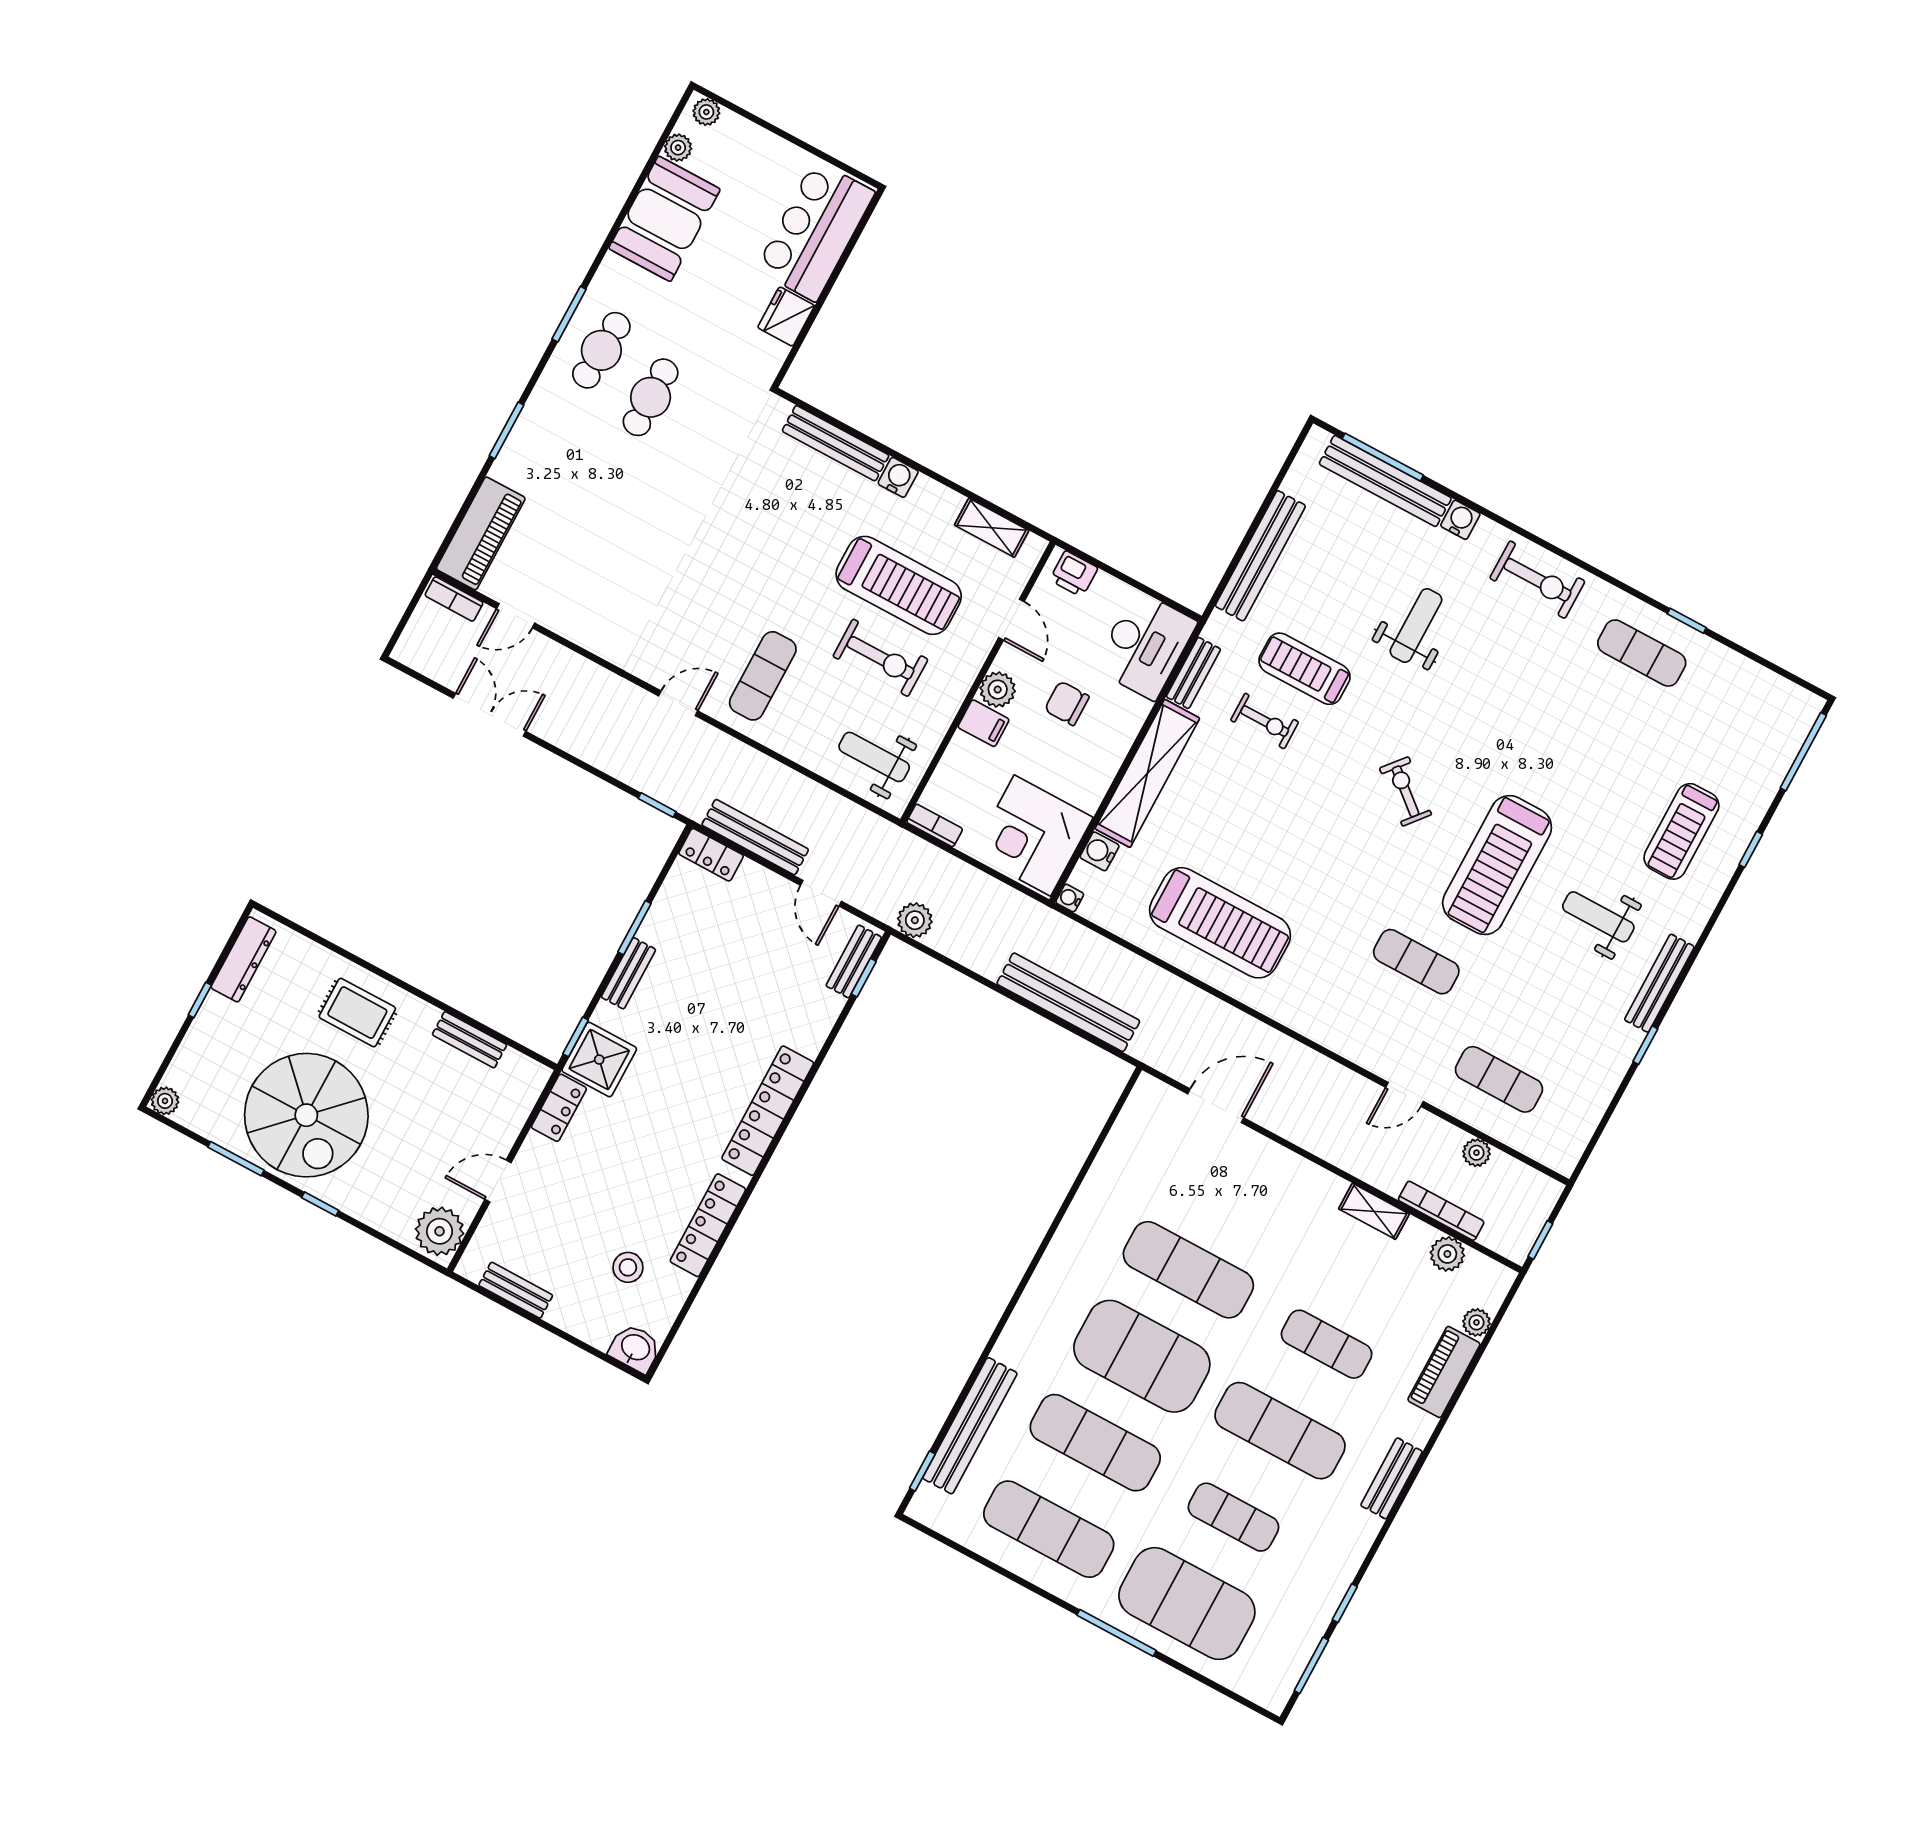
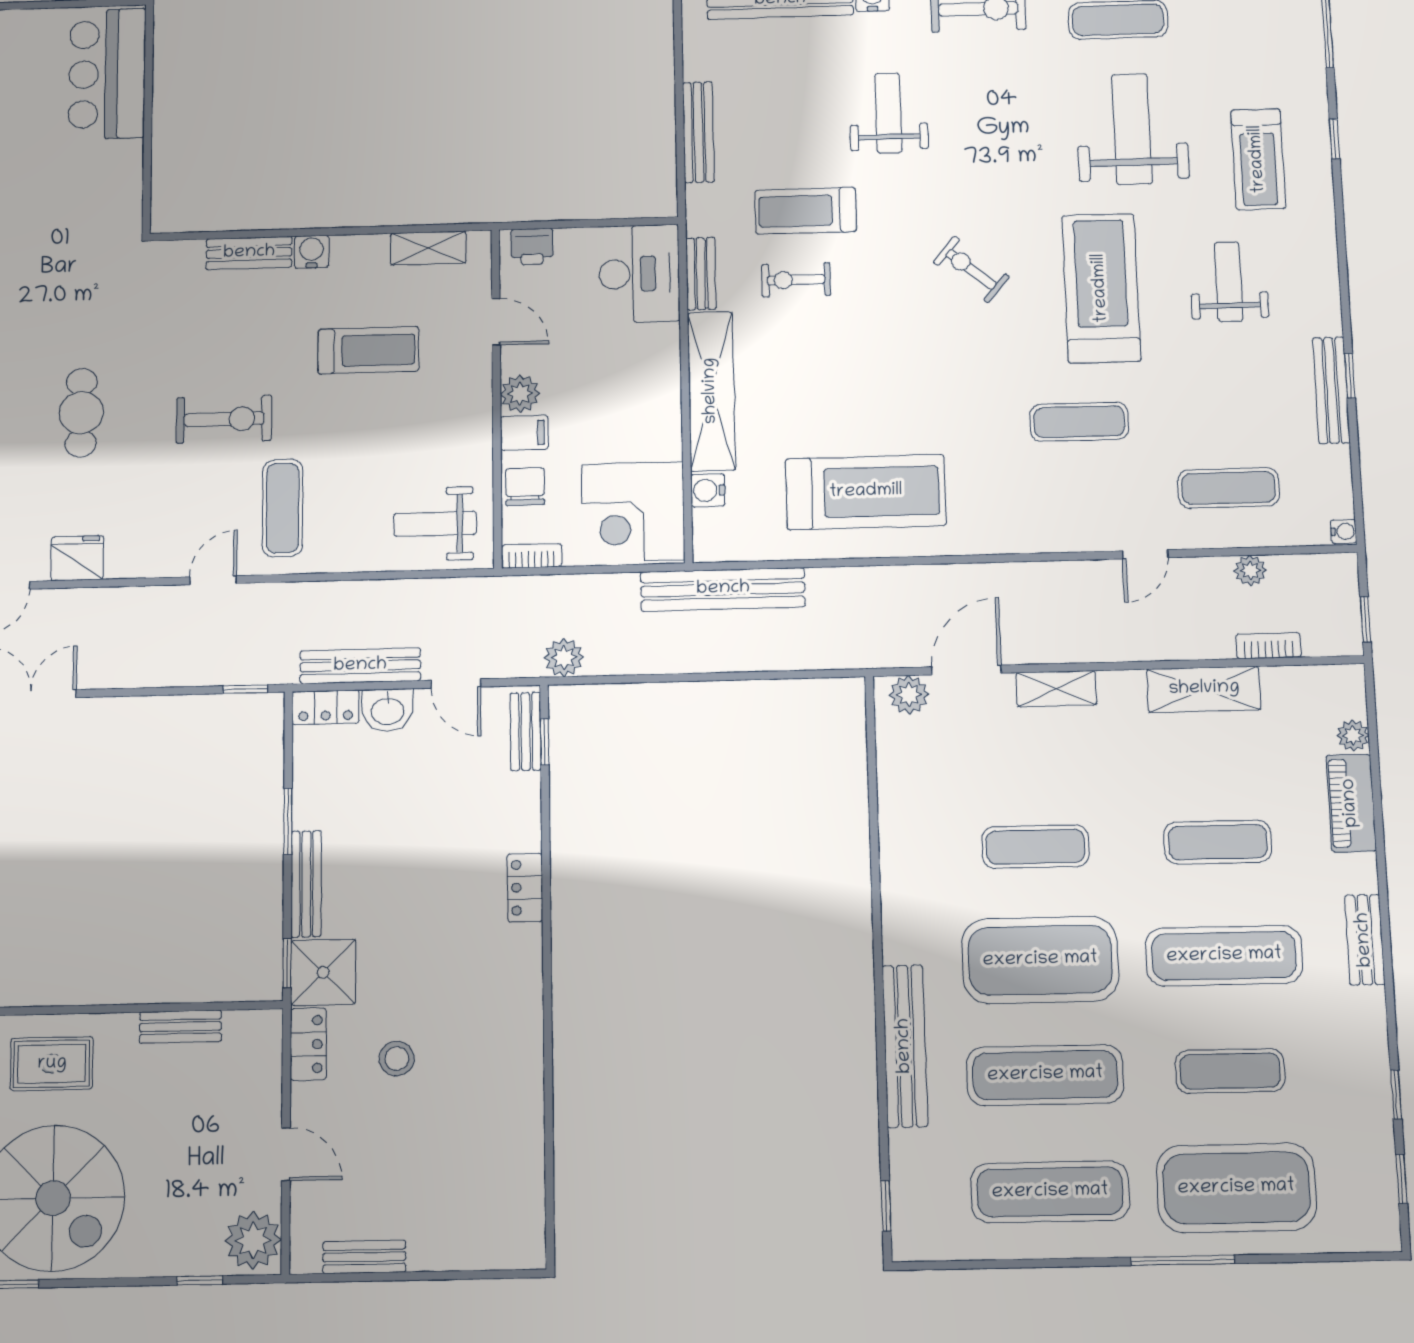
fridge: (786, 317) -> (77, 558), moved, turned 90
cafe table: (651, 397) -> (81, 413), moved
bench: (836, 443) -> (249, 253), width x0.73
bench: (1260, 556) -> (698, 132), width x0.73, depth x0.82
treadmill: (899, 585) -> (368, 350), width x0.73, depth x0.73
exercise bike: (880, 658) -> (224, 419), moved
chair: (1067, 703) -> (525, 487), moved, turned 90
exercise bike: (1265, 721) -> (796, 280), turned 180
weight bench: (1598, 750) -> (1132, 129), added
treadmill: (1497, 865) -> (1101, 288), turned 180
water cooler: (1070, 898) -> (1344, 531), moved, turned 180
weight bench: (1598, 917) -> (1229, 282), turned 90
bench: (628, 973) -> (306, 884), width x1.36
bench: (1659, 983) -> (1331, 390), moved
bench: (1068, 1002) -> (723, 589), moved
locker: (768, 1111) -> (525, 888), width x0.46, depth x0.83
shelving: (1275, 1159) -> (1056, 689), added
door: (498, 1181) -> (286, 1154), swing flipped
window: (320, 1204) -> (200, 1280), moved
shelving: (1374, 1211) -> (1204, 689), width x1.50, depth x1.33
bookcase: (1441, 1211) -> (1268, 646), width x0.64
locker: (708, 1225) -> (525, 1078), removed
plant: (1447, 1254) -> (909, 695), moved
stool: (628, 1267) -> (397, 1059), moved
exercise mat: (1188, 1270) -> (1035, 847), width x0.73, depth x0.69
washbasin: (635, 1348) -> (387, 710), moved, turned 180
bench: (970, 1426) -> (905, 1046), moved
window: (1311, 1665) -> (1402, 1179), width x0.67

